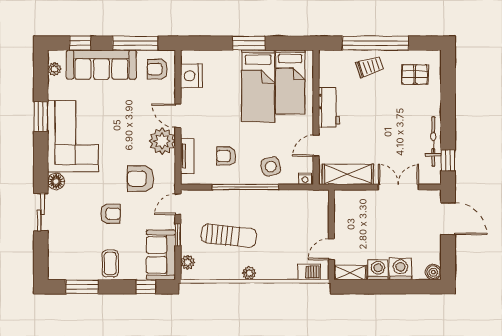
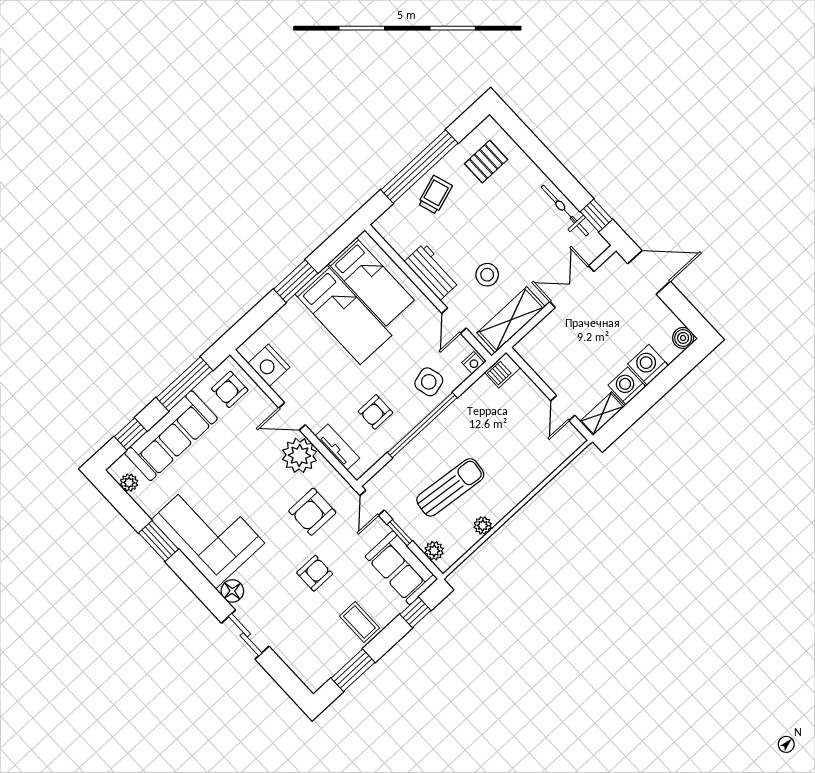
stool: (358, 137) -> (487, 275), added
barbecue: (309, 272) -> (502, 370), moved, turned 180
plant: (249, 273) -> (483, 526), moved

